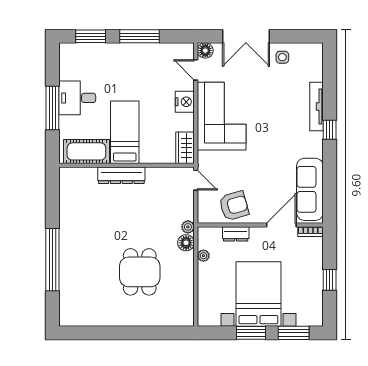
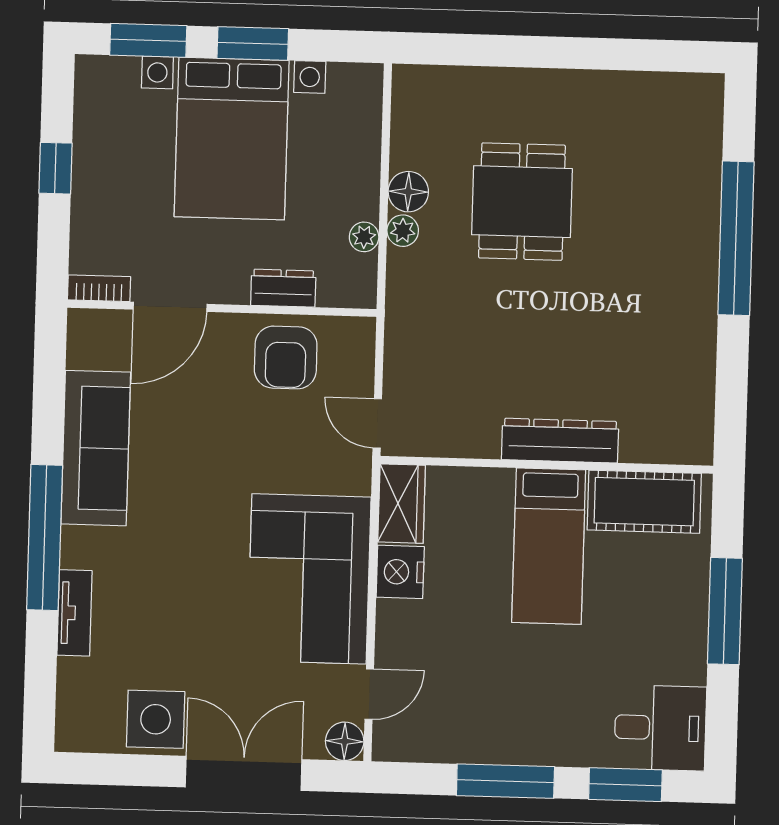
side table: (282, 57) -> (156, 719), width x1.87, depth x1.87
door: (196, 70) -> (369, 694), hinge flipped
desk: (77, 98) -> (660, 728), moved
nightstand: (185, 102) -> (400, 572), moved
tv unit: (317, 107) -> (74, 613), width x0.71
window: (330, 130) -> (45, 538), width x3.17
sofa: (310, 189) -> (96, 448), moved
armchair: (234, 206) -> (286, 357), turned -74
plant: (188, 227) -> (403, 231), moved
floor lamp: (186, 243) -> (408, 192), moved

